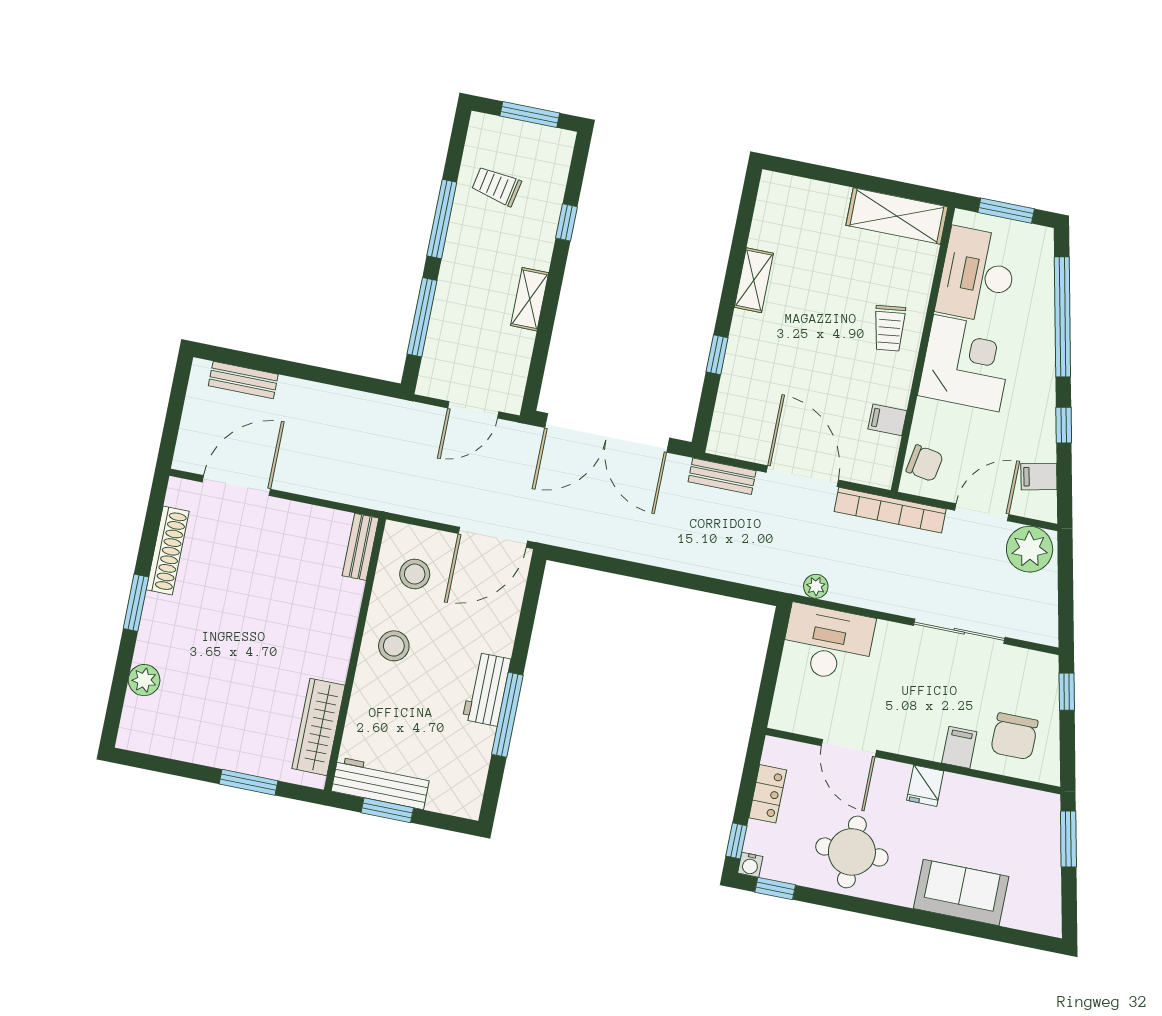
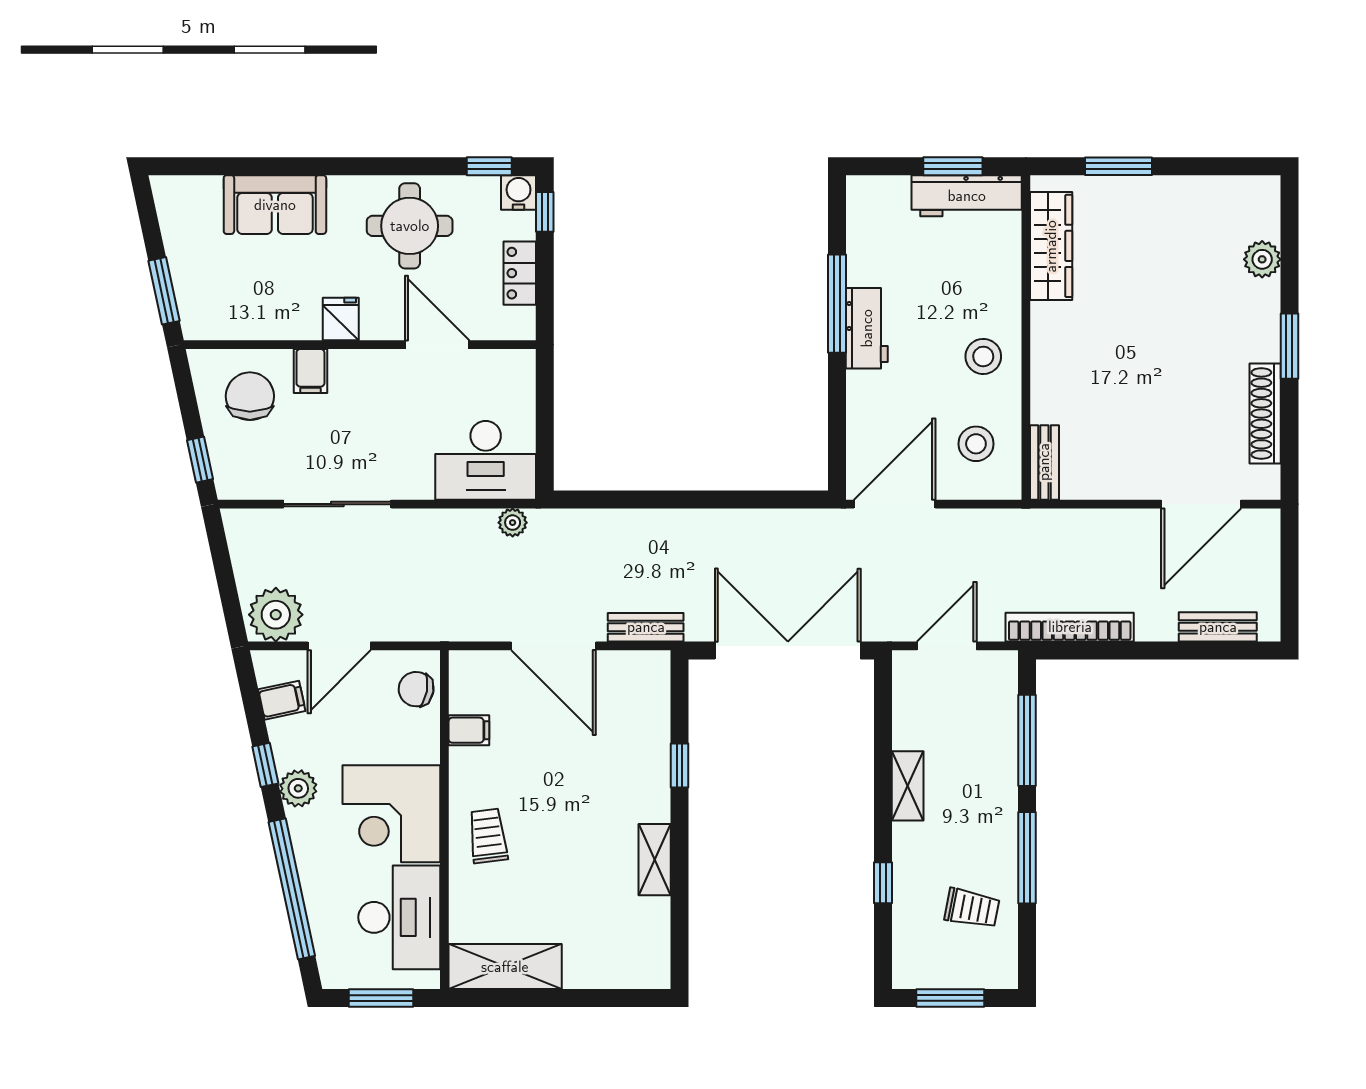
plant: (1040, 400) -> (298, 788), added
bookcase: (890, 510) -> (1070, 627), moved
water cooler: (750, 865) -> (519, 192), width x1.38, depth x1.38

